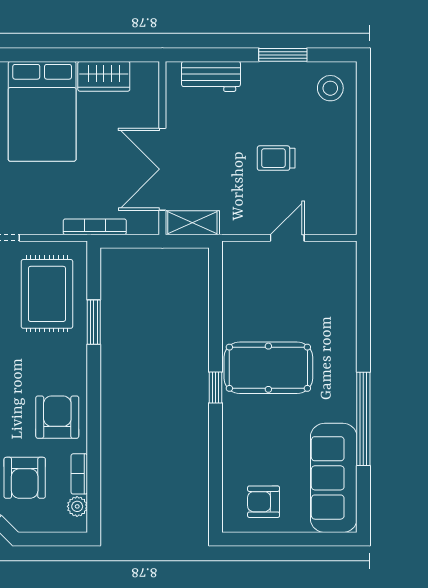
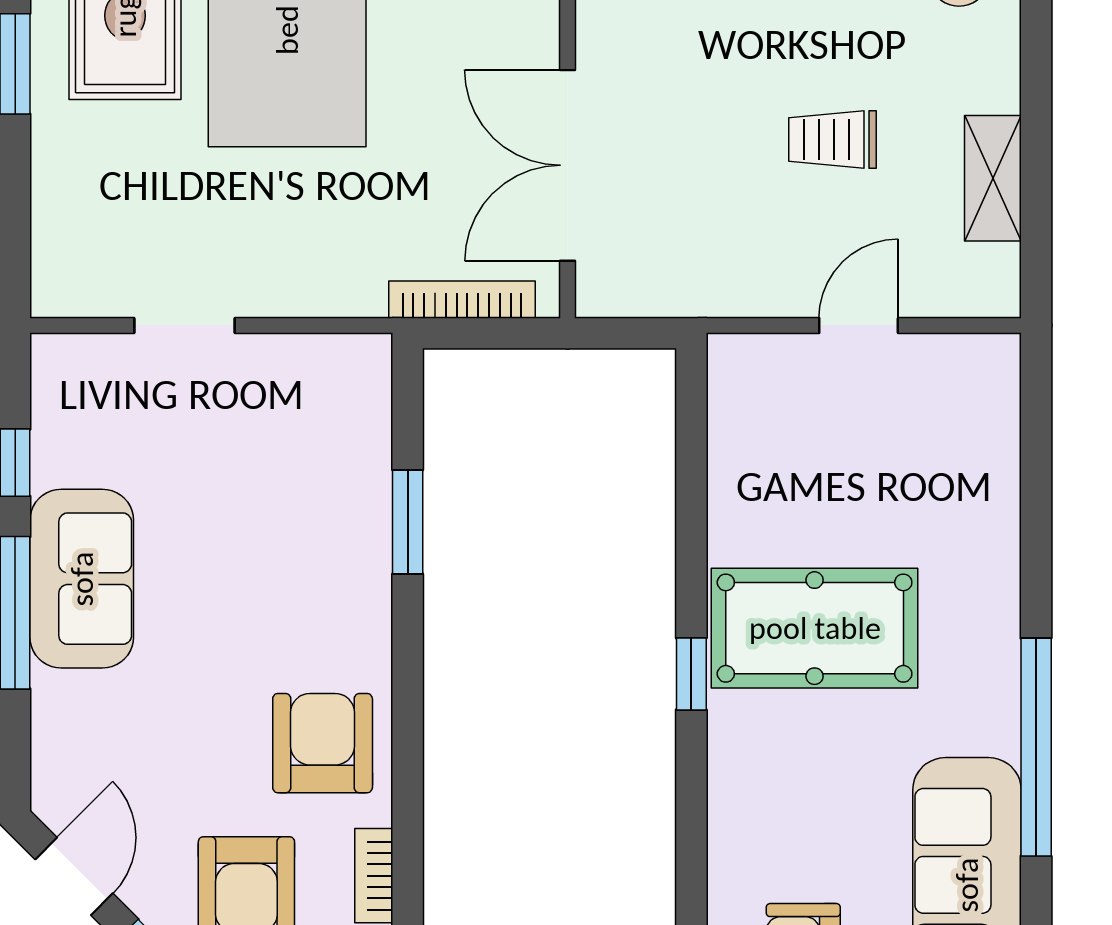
shelving: (192, 223) -> (993, 178), moved, turned 90
bookcase: (95, 227) -> (462, 300), moved
rug: (47, 294) -> (298, 456), removed

